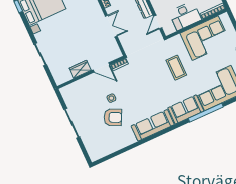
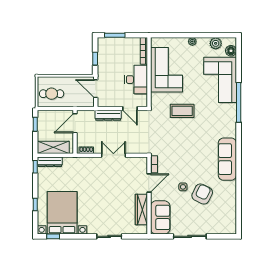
wardrobe: (80, 69) -> (141, 209), width x1.50
sofa: (186, 109) -> (160, 217), moved, turned 180

